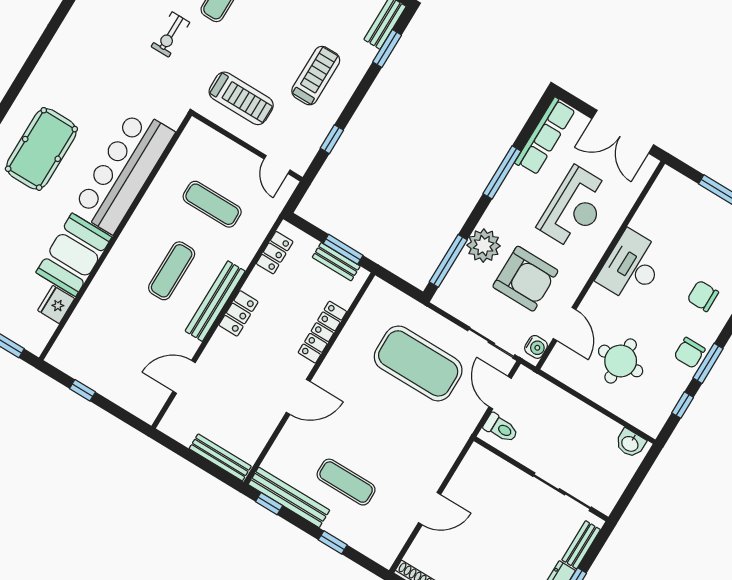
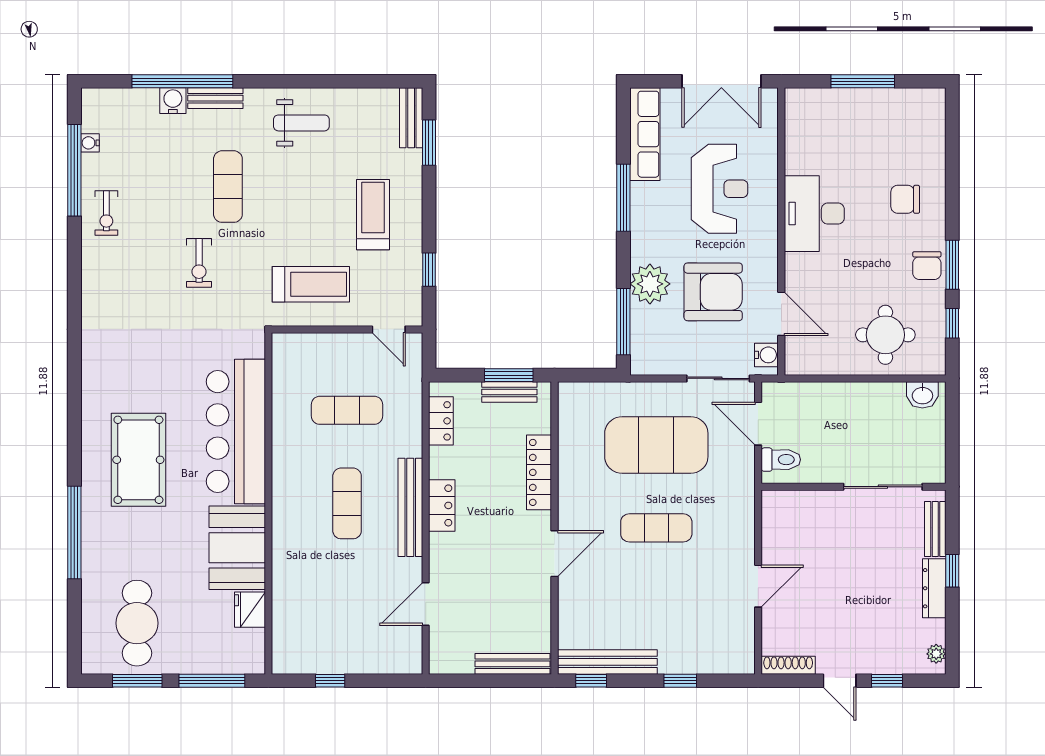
round table: (621, 361) -> (885, 335), moved
exercise mat: (346, 482) -> (656, 528), moved

